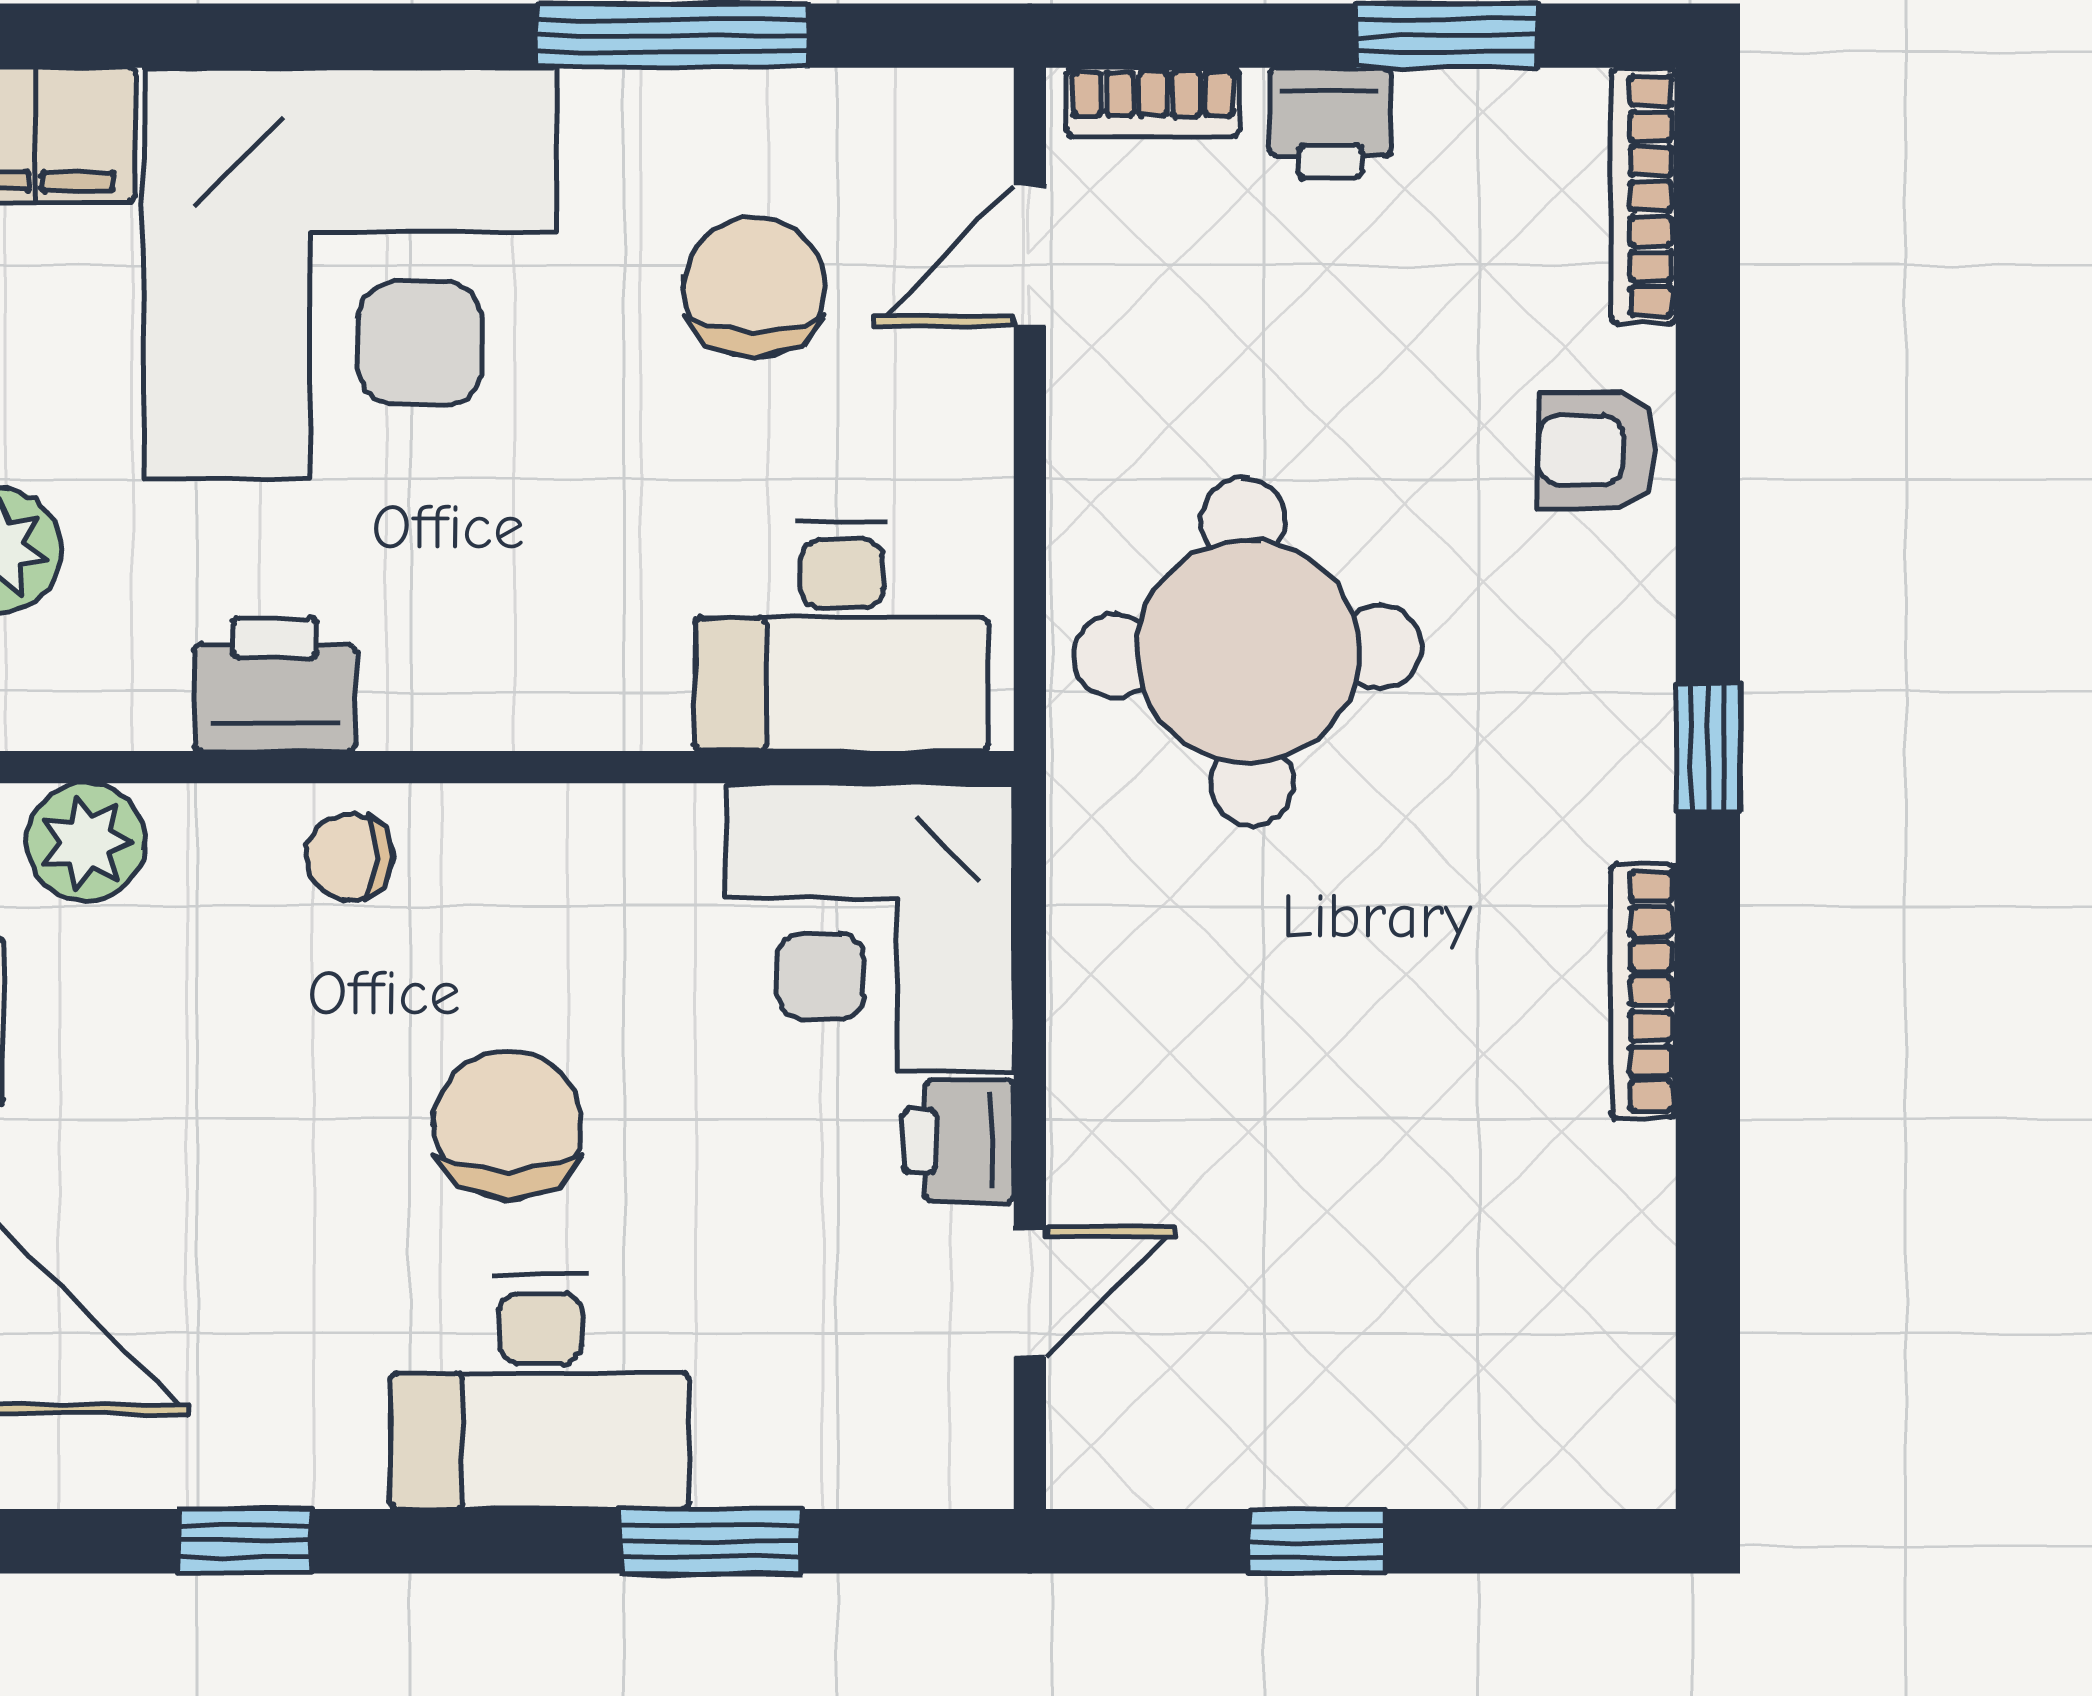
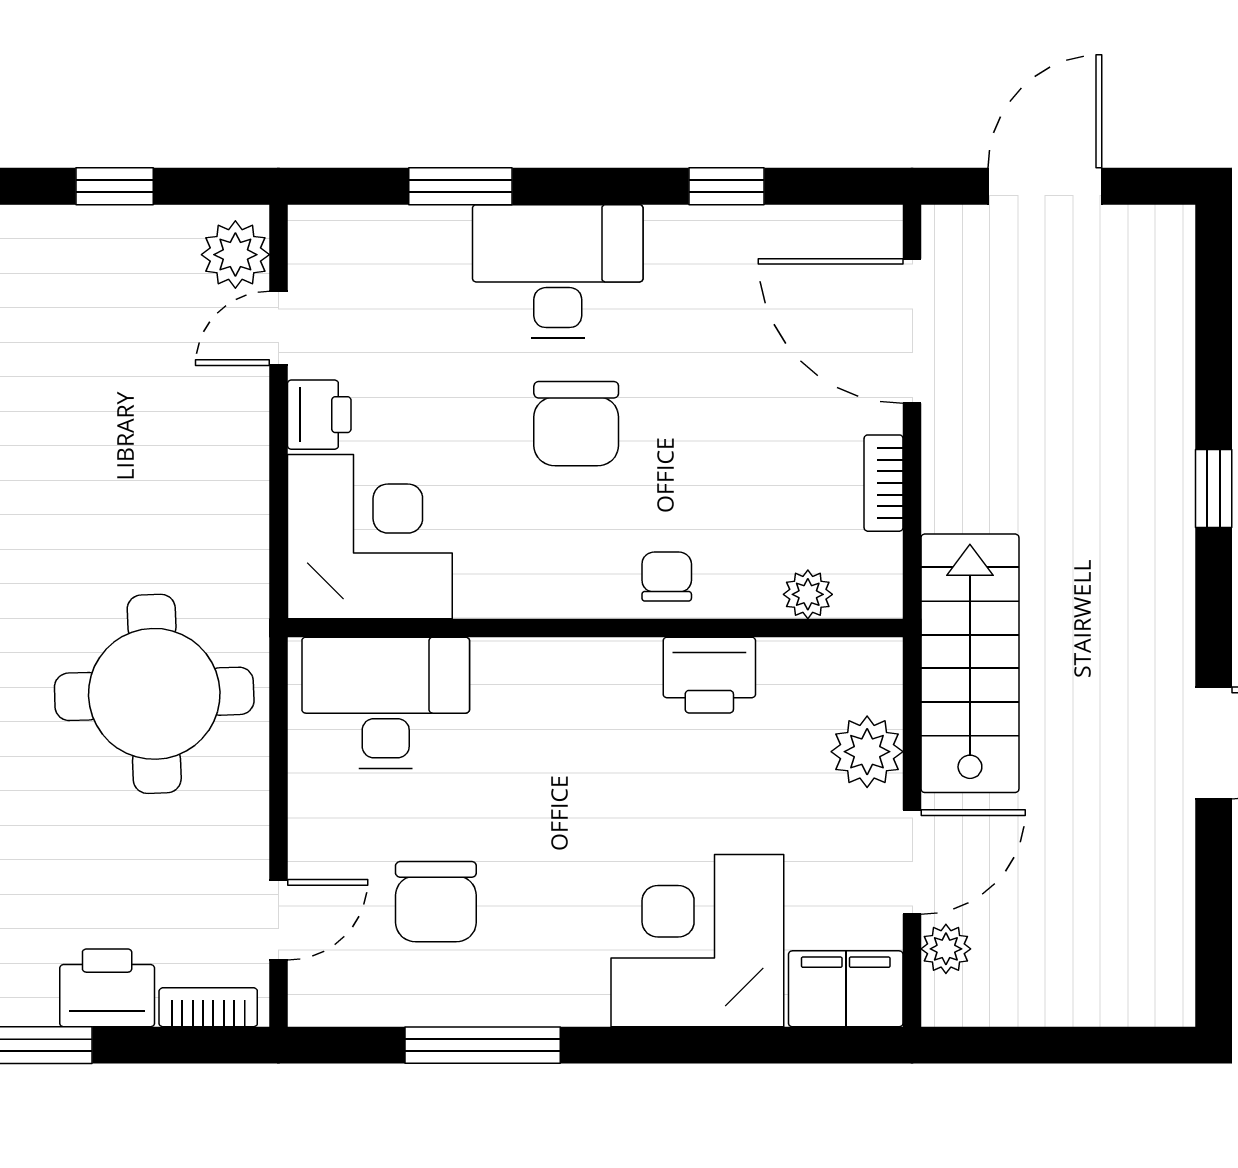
printer: (1330, 123) -> (107, 988), width x1.36, depth x1.24
corner desk: (350, 274) -> (697, 941), width x0.74, depth x0.74
plant: (86, 842) -> (808, 594), width x0.73, depth x0.73
chair: (349, 857) -> (667, 577), turned -90
plant: (1105, 1422) -> (235, 255), added

